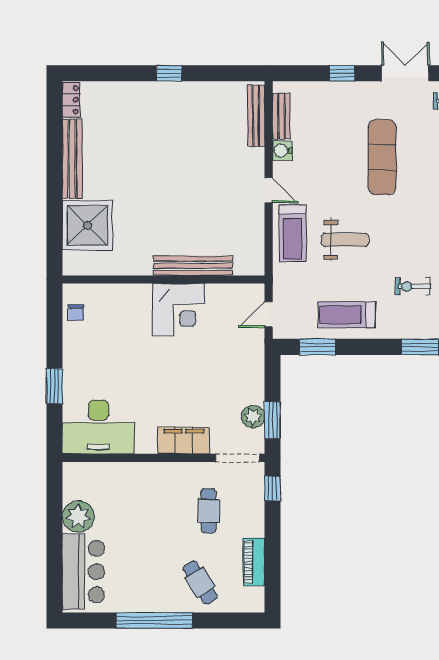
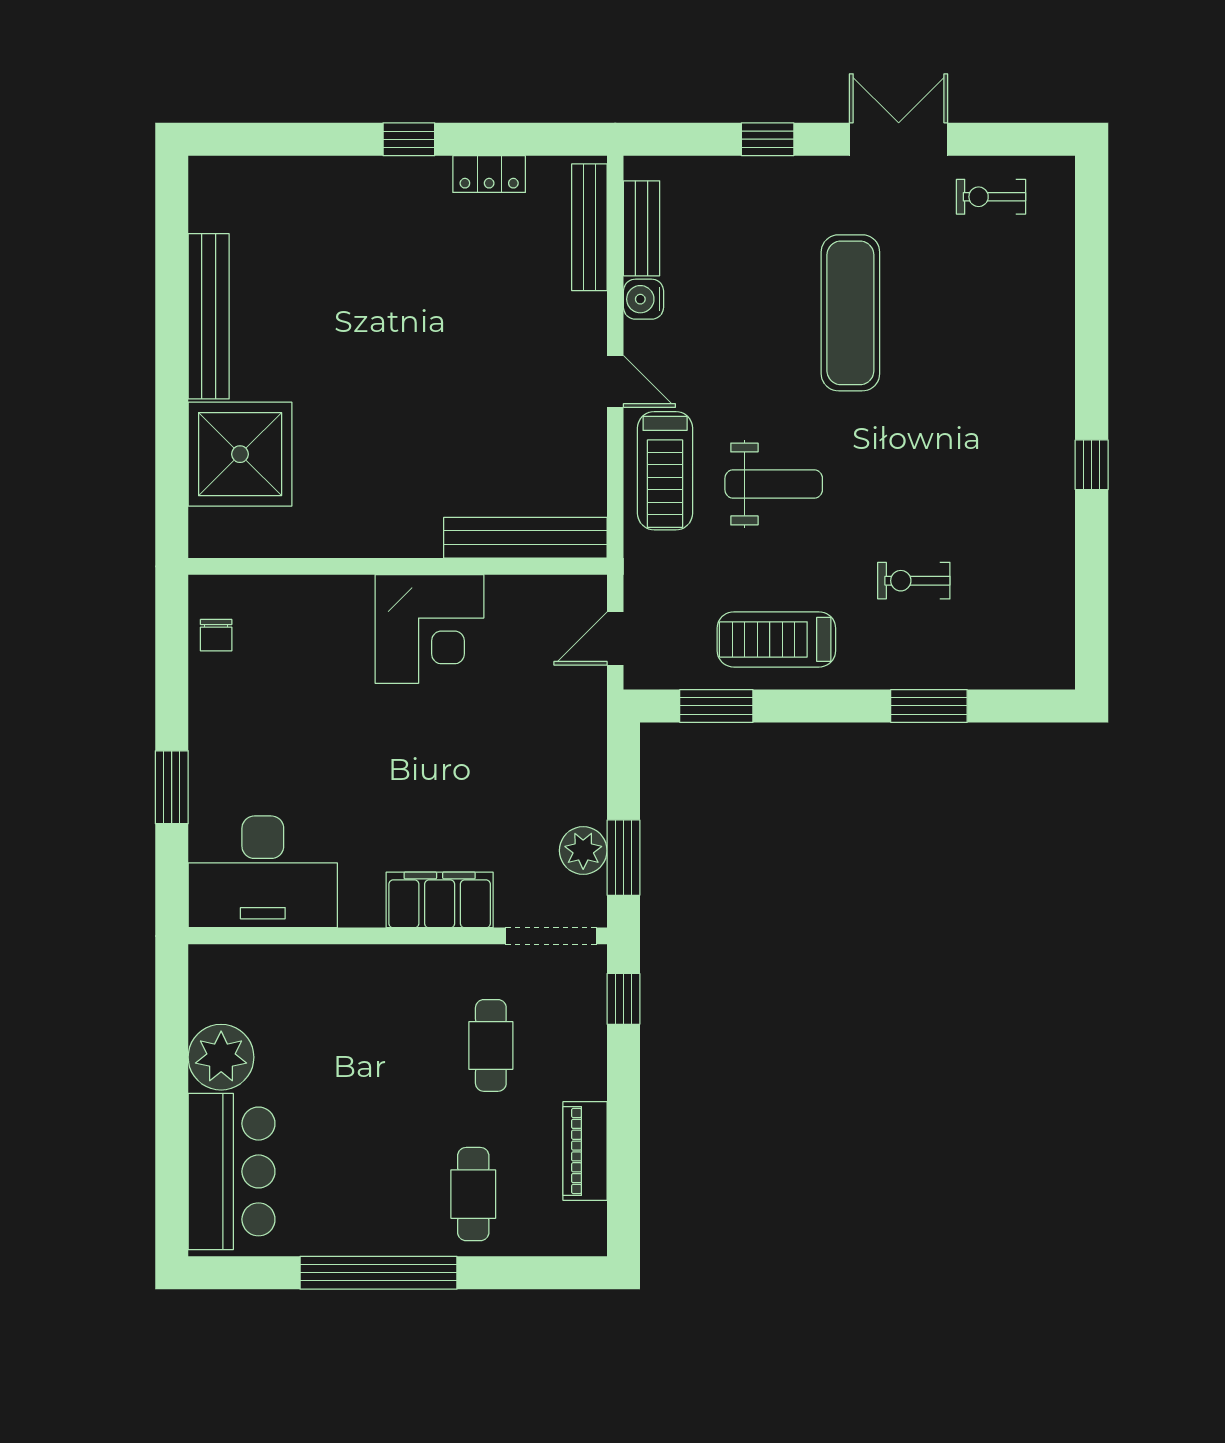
locker: (71, 100) -> (489, 174), moved, turned 90
bench: (193, 266) -> (525, 538), moved
cafe table: (200, 583) -> (473, 1194), turned 32

